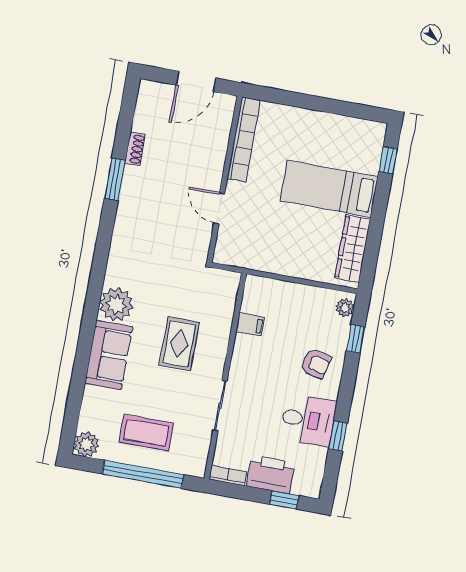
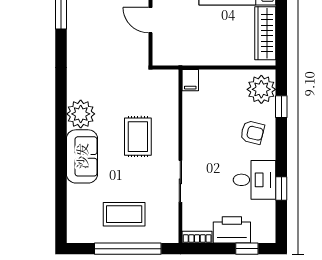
plant: (345, 308) -> (261, 89), width x1.88, depth x1.88
filing cabinet: (250, 324) -> (190, 80), moved, turned 90
plant: (86, 444) -> (77, 232), removed

